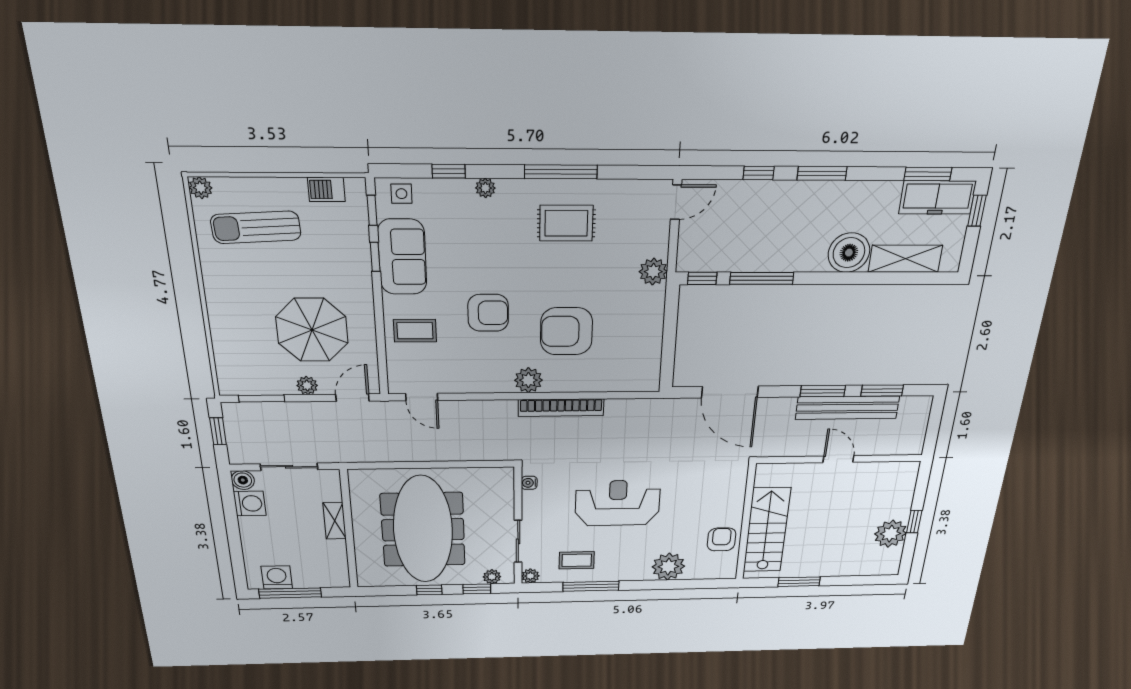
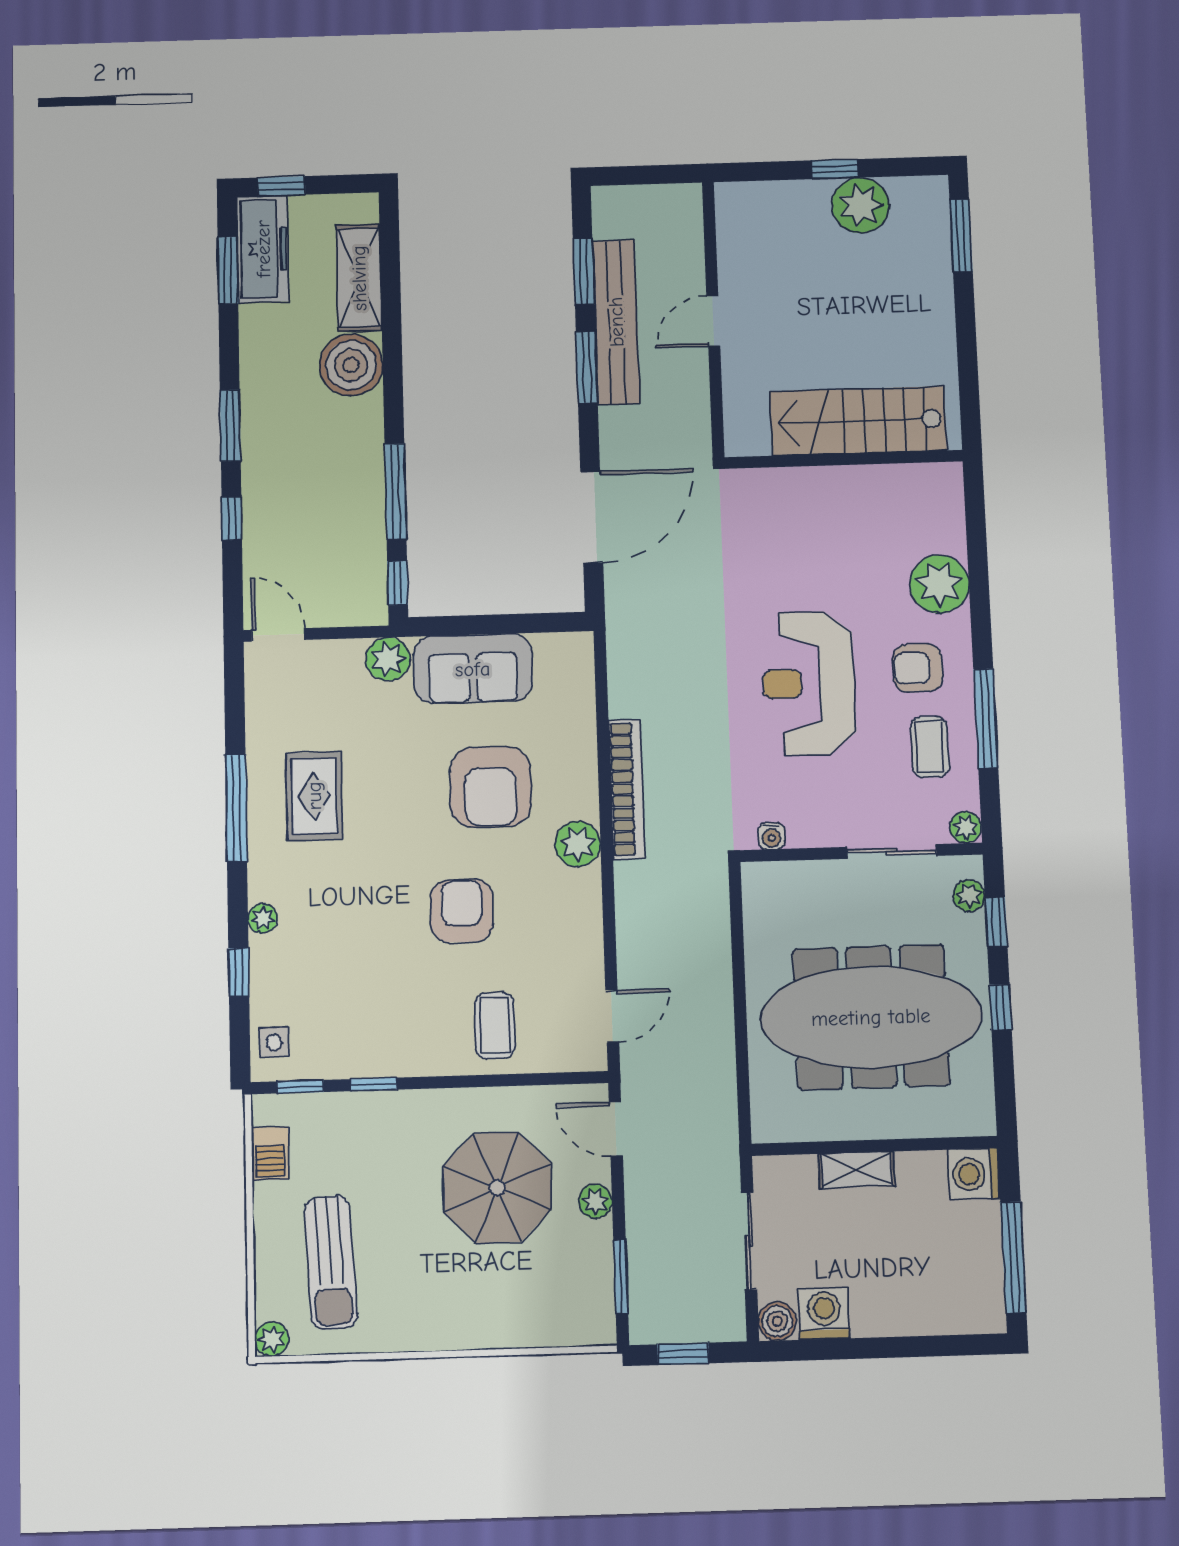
sofa: (402, 257) -> (473, 669), moved, turned 180
armchair: (721, 539) -> (918, 668), moved
washing machine: (277, 577) -> (974, 1174), moved
window: (799, 582) -> (961, 236), moved

